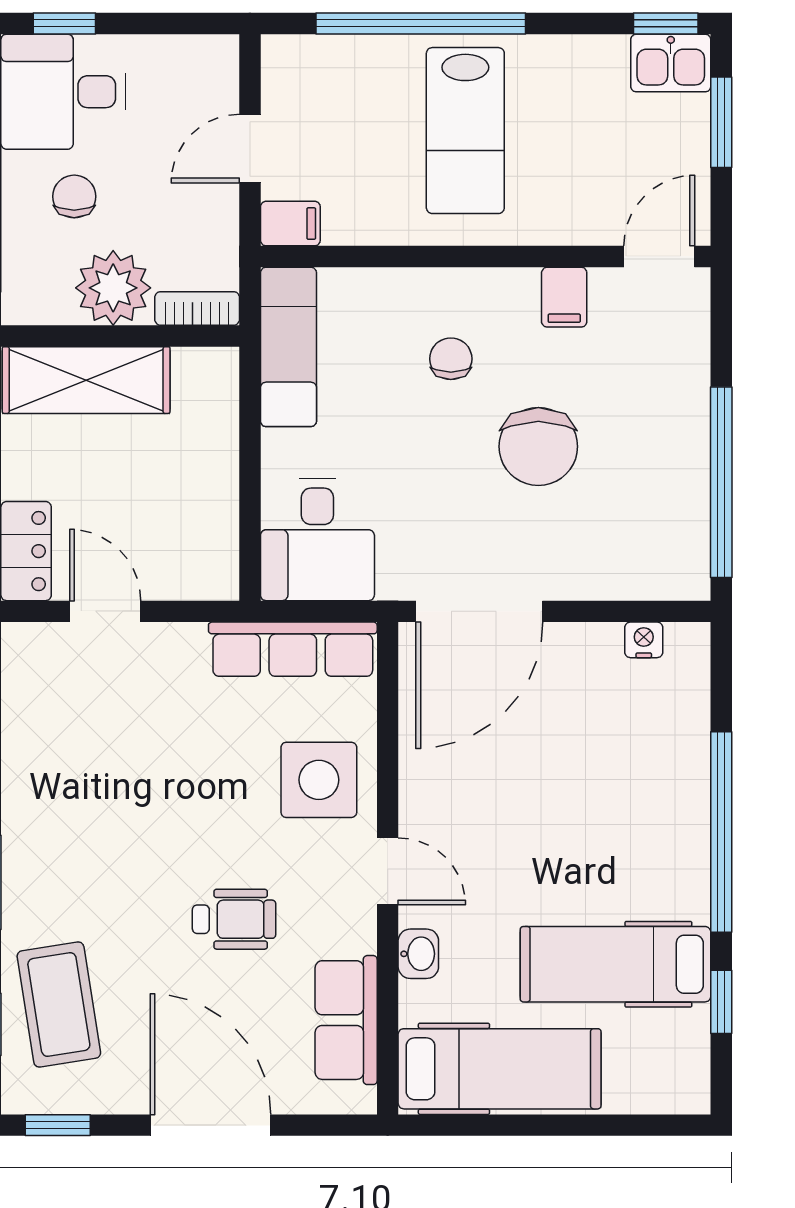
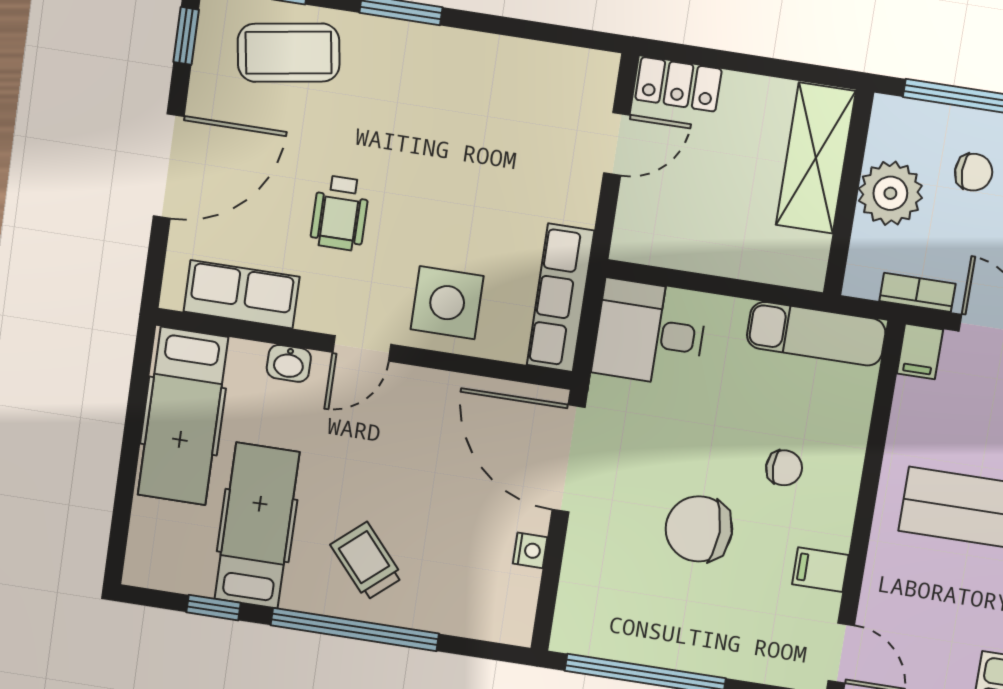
bookcase: (197, 308) -> (917, 292), moved, turned -90
nightstand: (644, 640) -> (530, 550), moved
trolley: (638, 830) -> (367, 561), added

